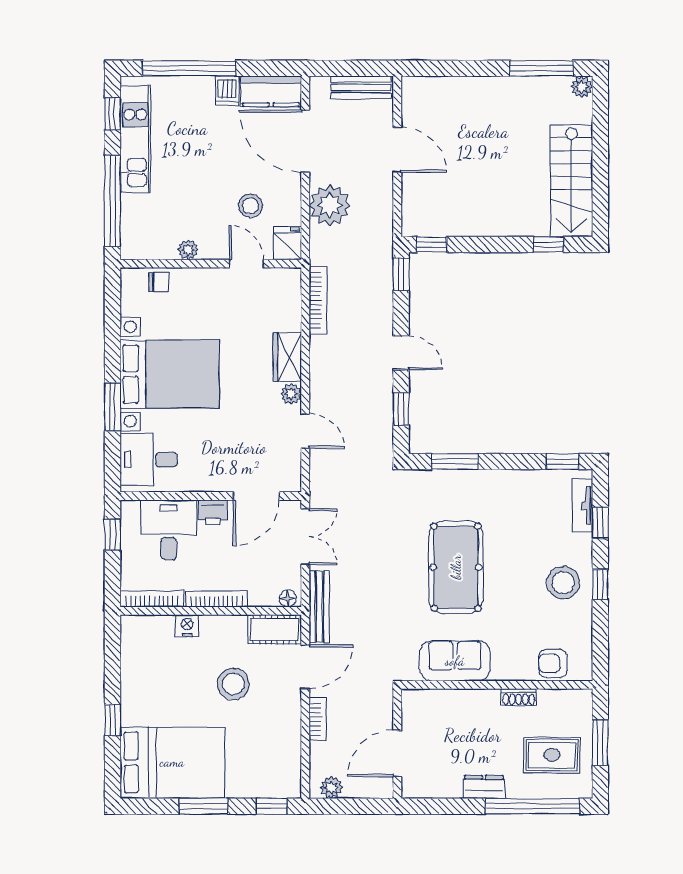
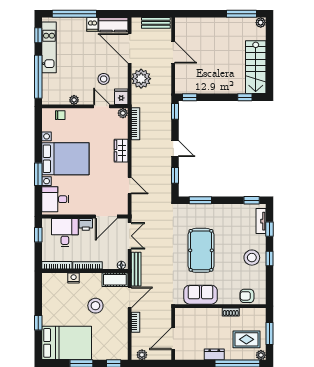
plant: (291, 394) -> (123, 113), moved
plant: (582, 788) -> (261, 355), added

